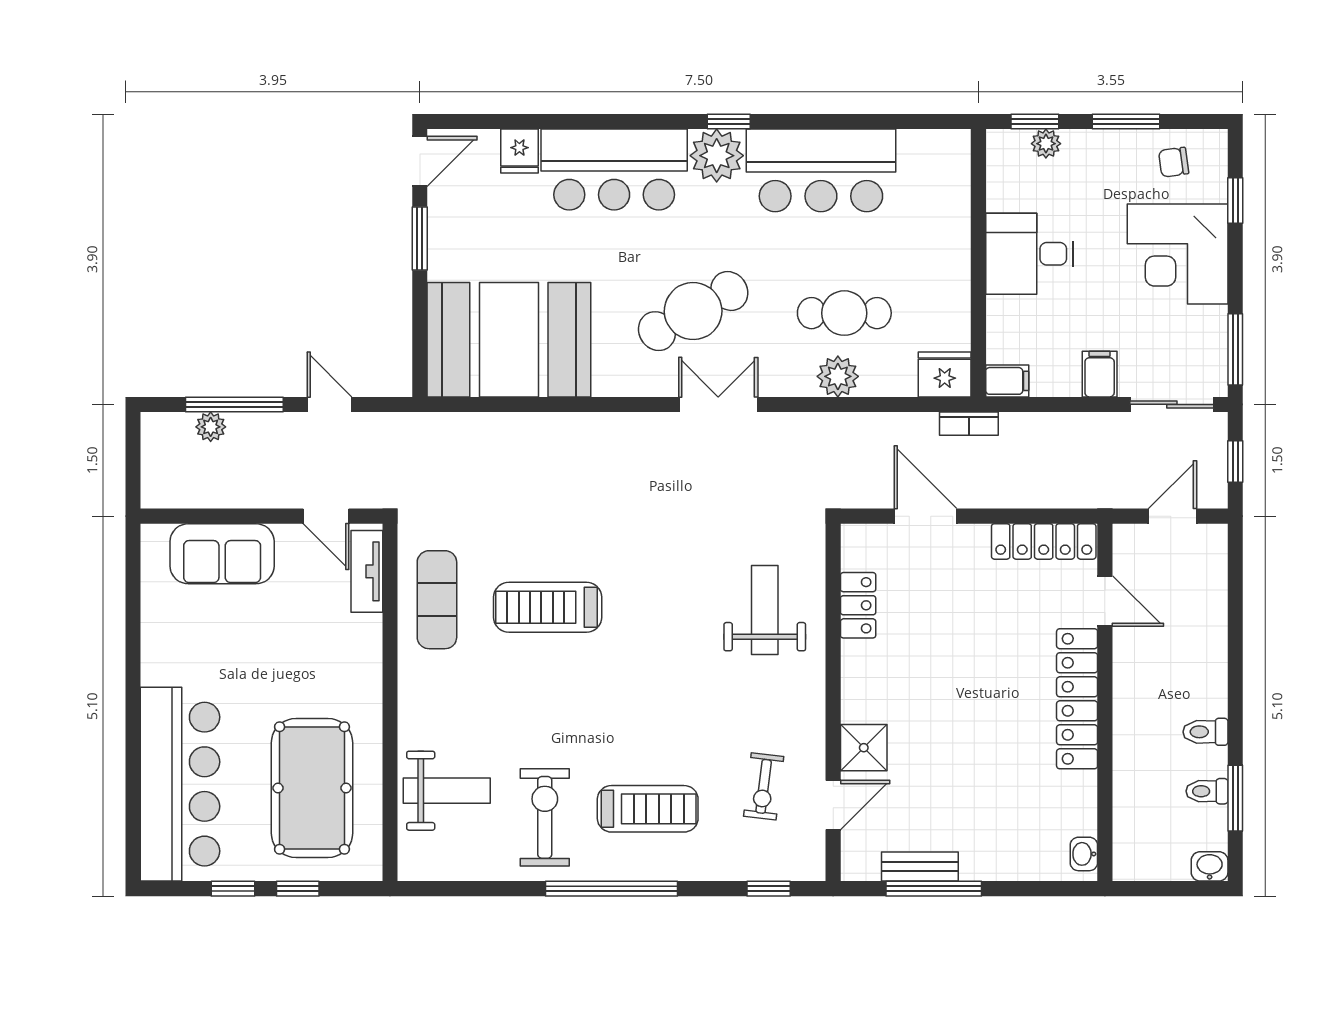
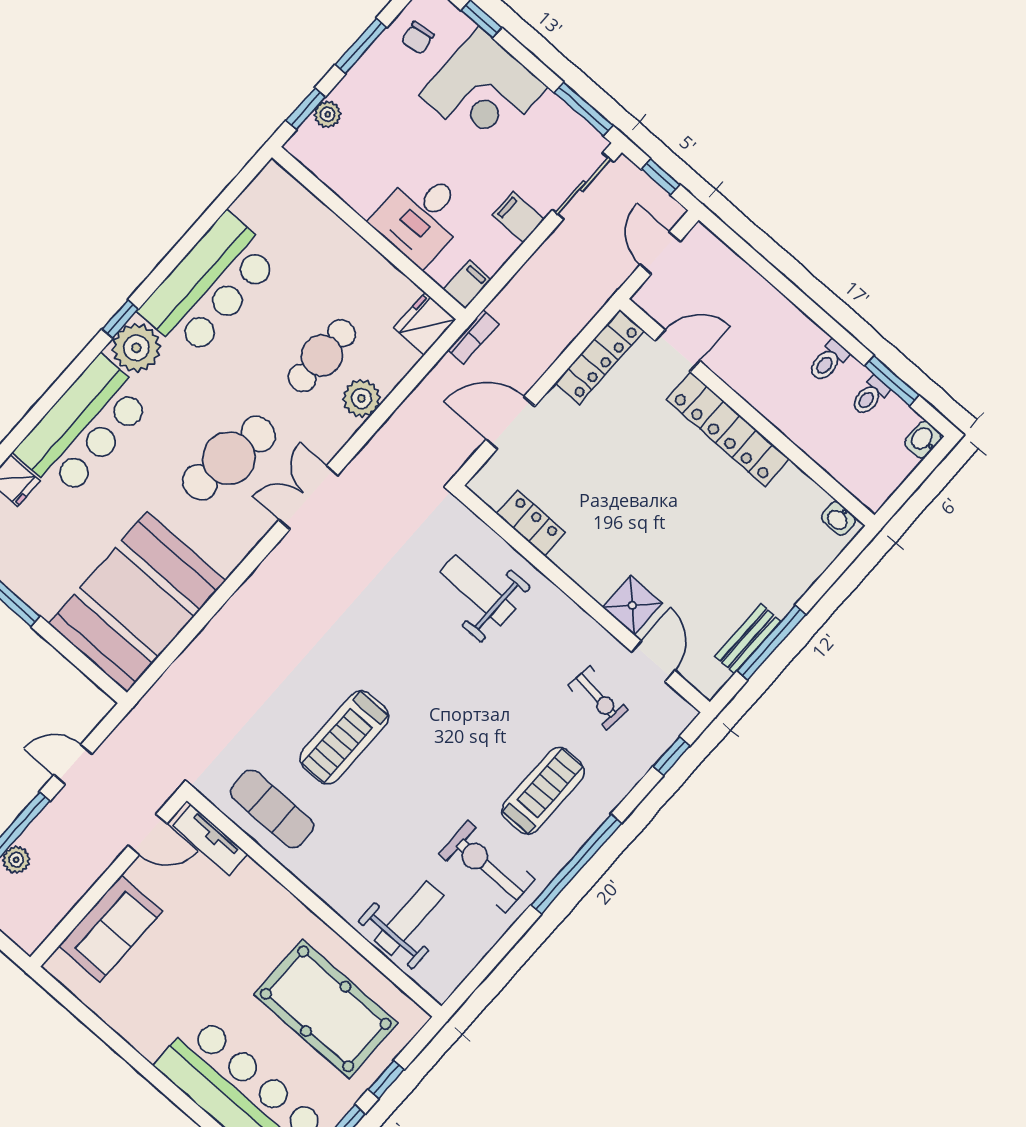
desk: (1030, 254) -> (421, 217), moved
cafe table: (693, 311) -> (229, 458), turned 38

